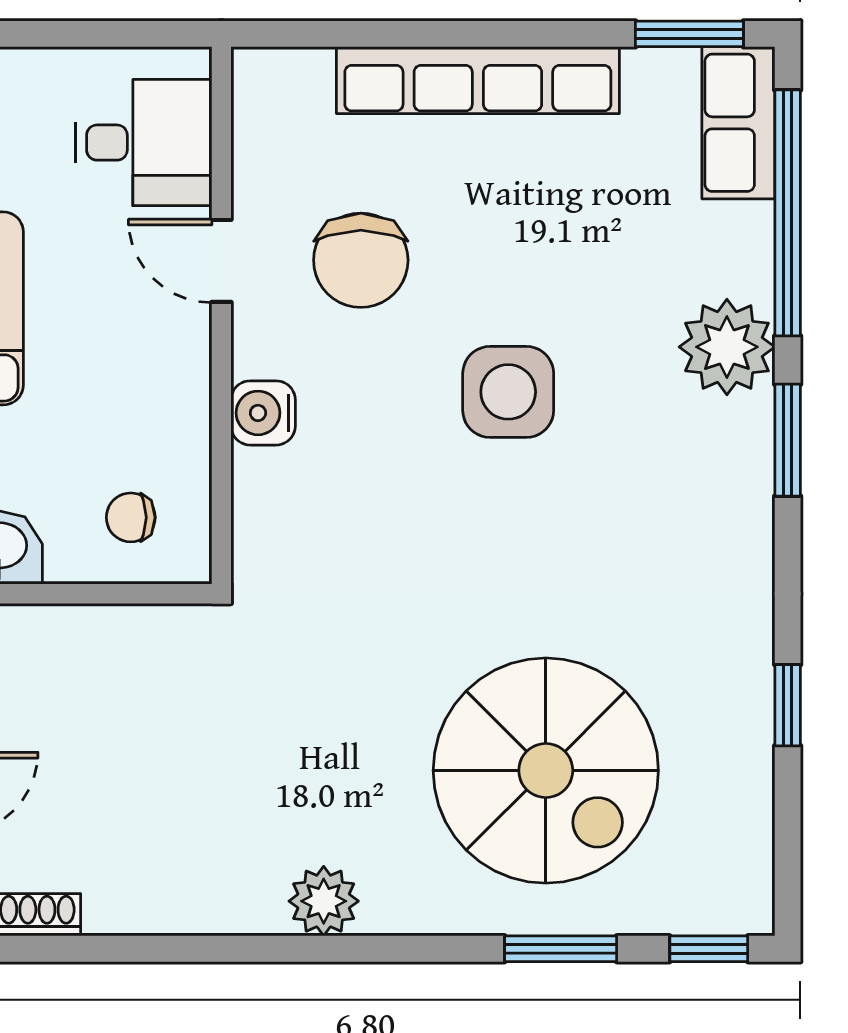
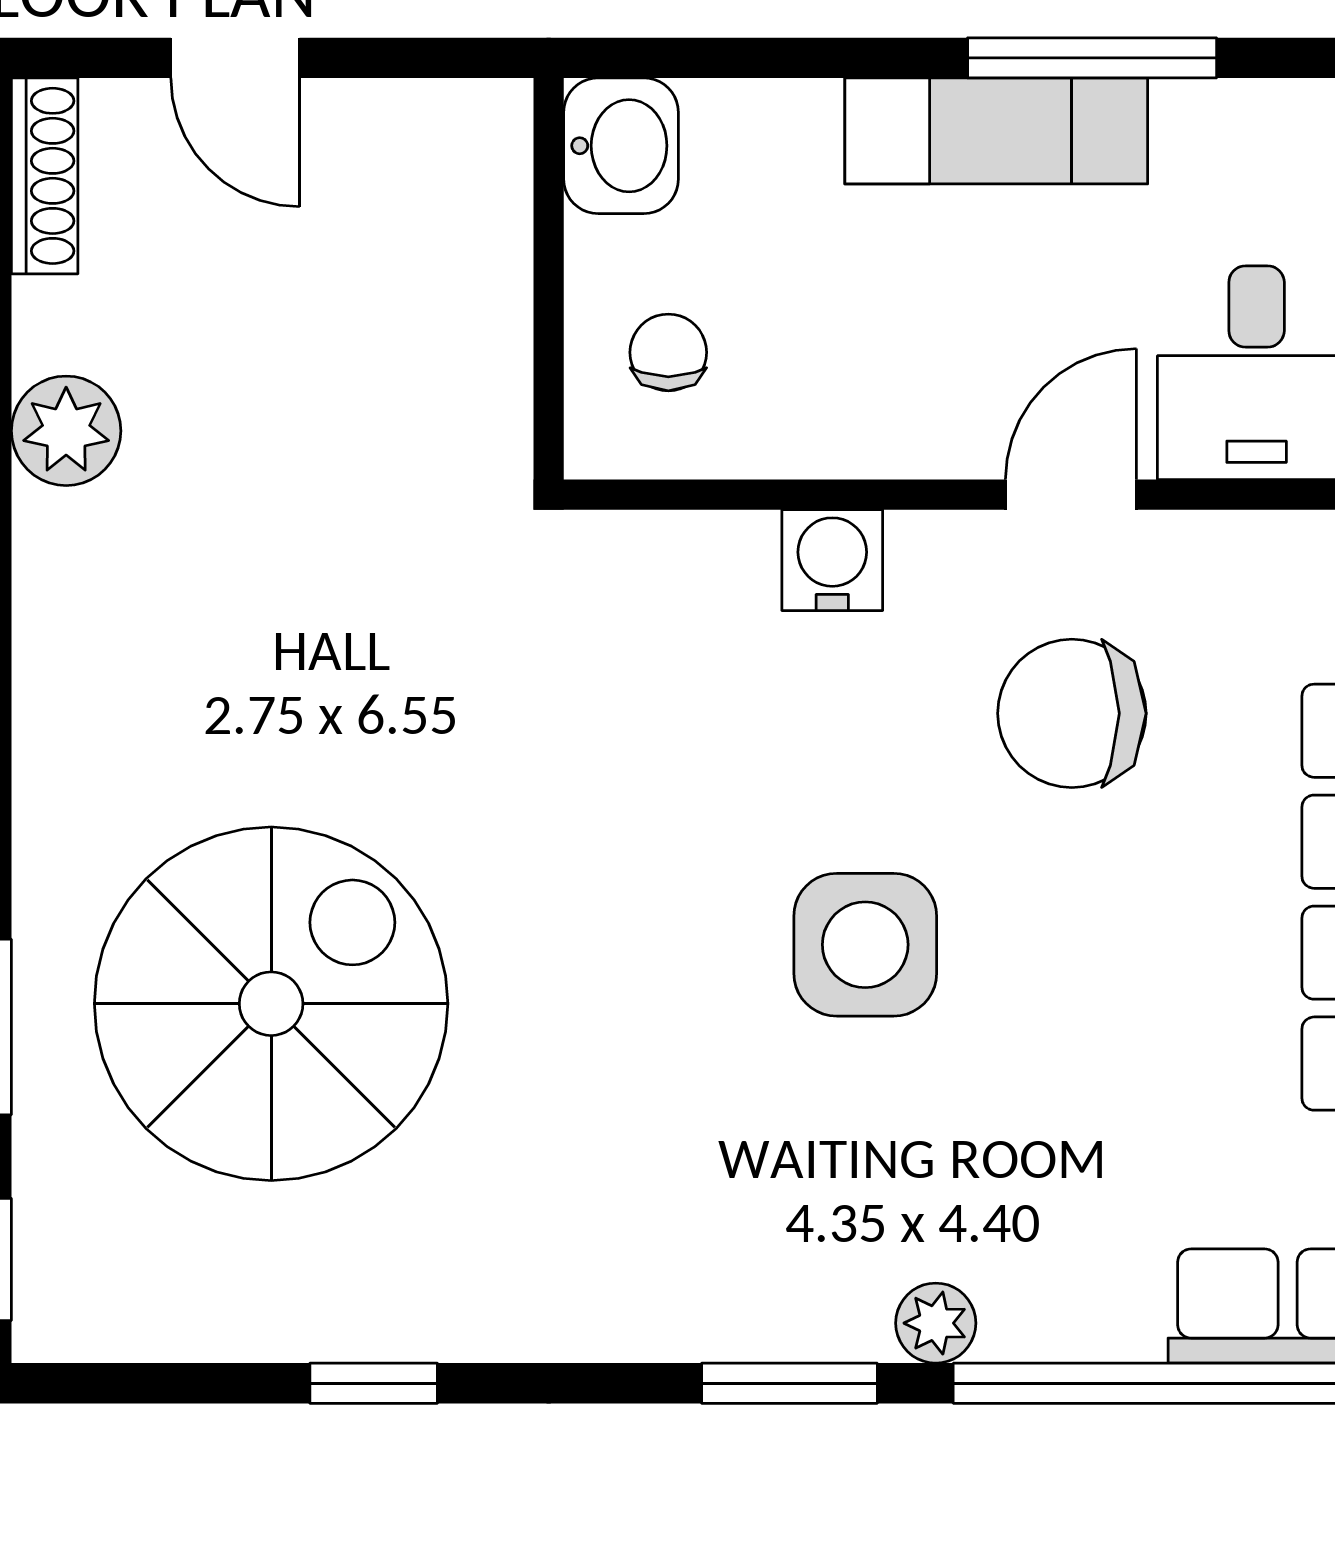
plant: (727, 347) -> (936, 1323), width x0.53, depth x0.53
spiral stairs: (546, 771) -> (271, 1004), turned 180
plant: (324, 901) -> (66, 431), moved

